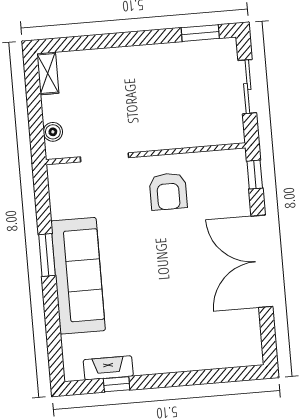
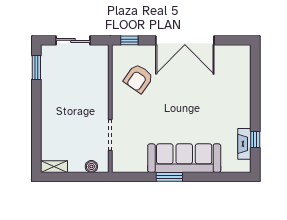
armchair: (168, 191) -> (138, 78), moved, turned 125

